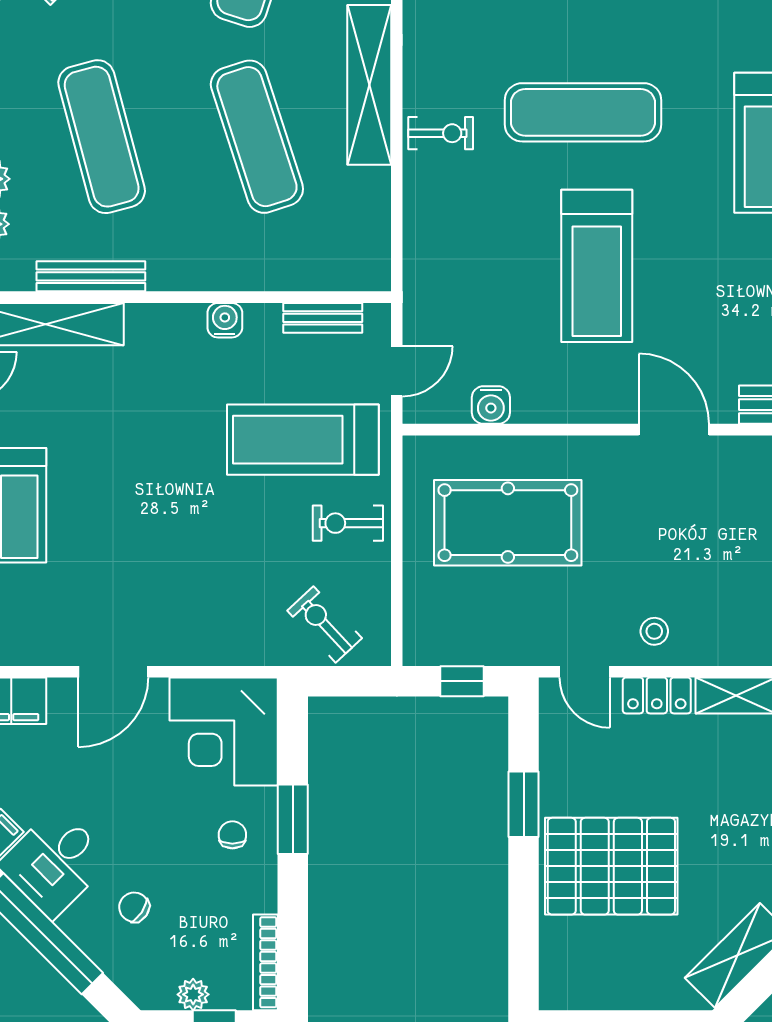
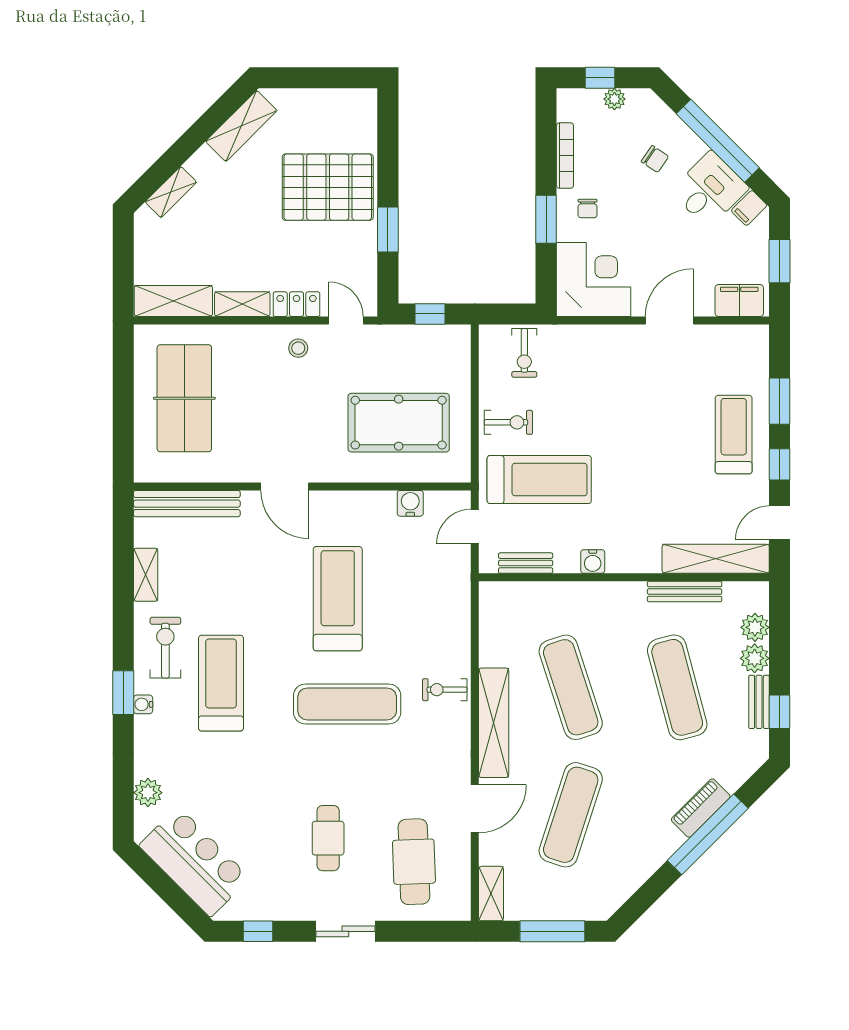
exercise bike: (325, 624) -> (524, 353), turned 43
bookcase: (265, 962) -> (565, 156), moved

